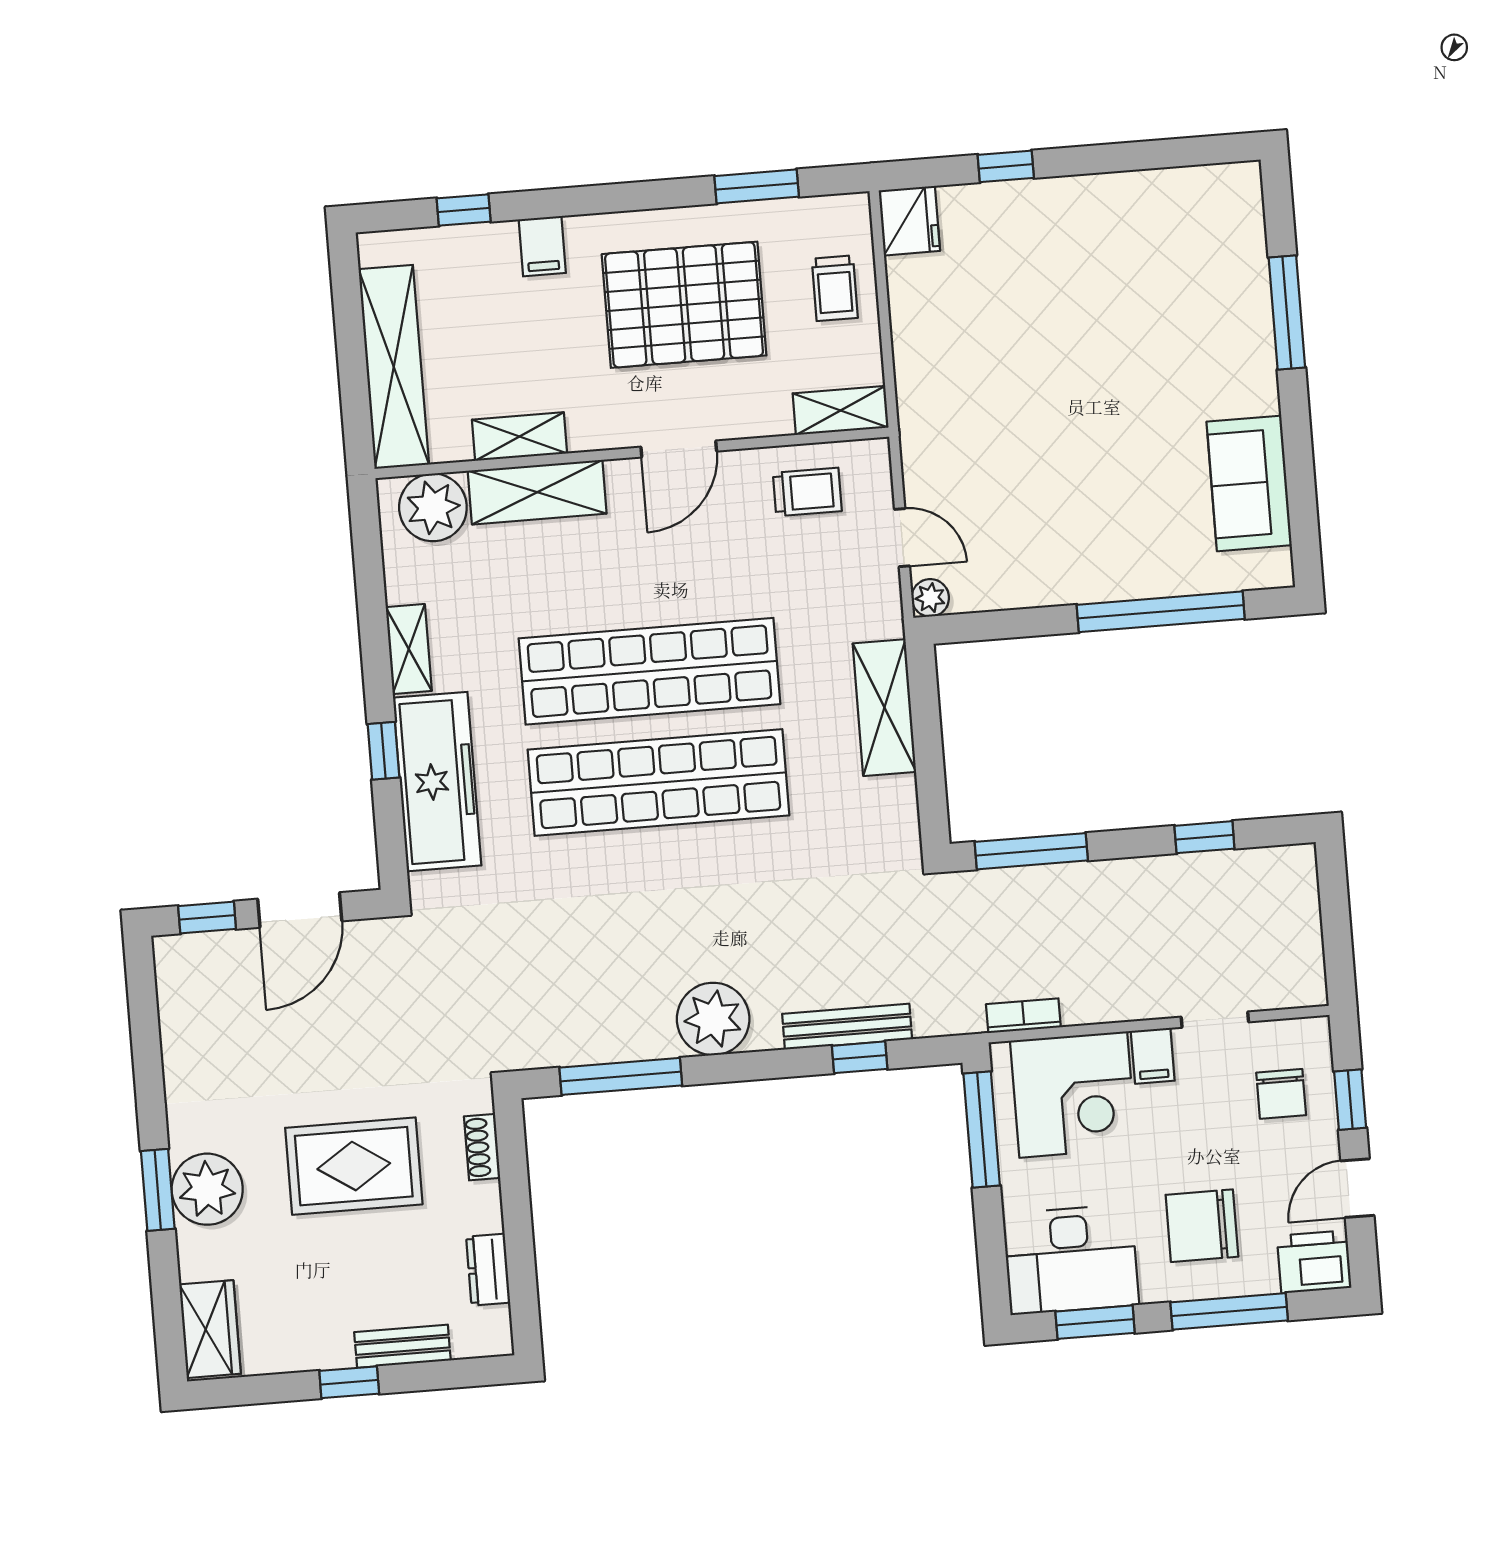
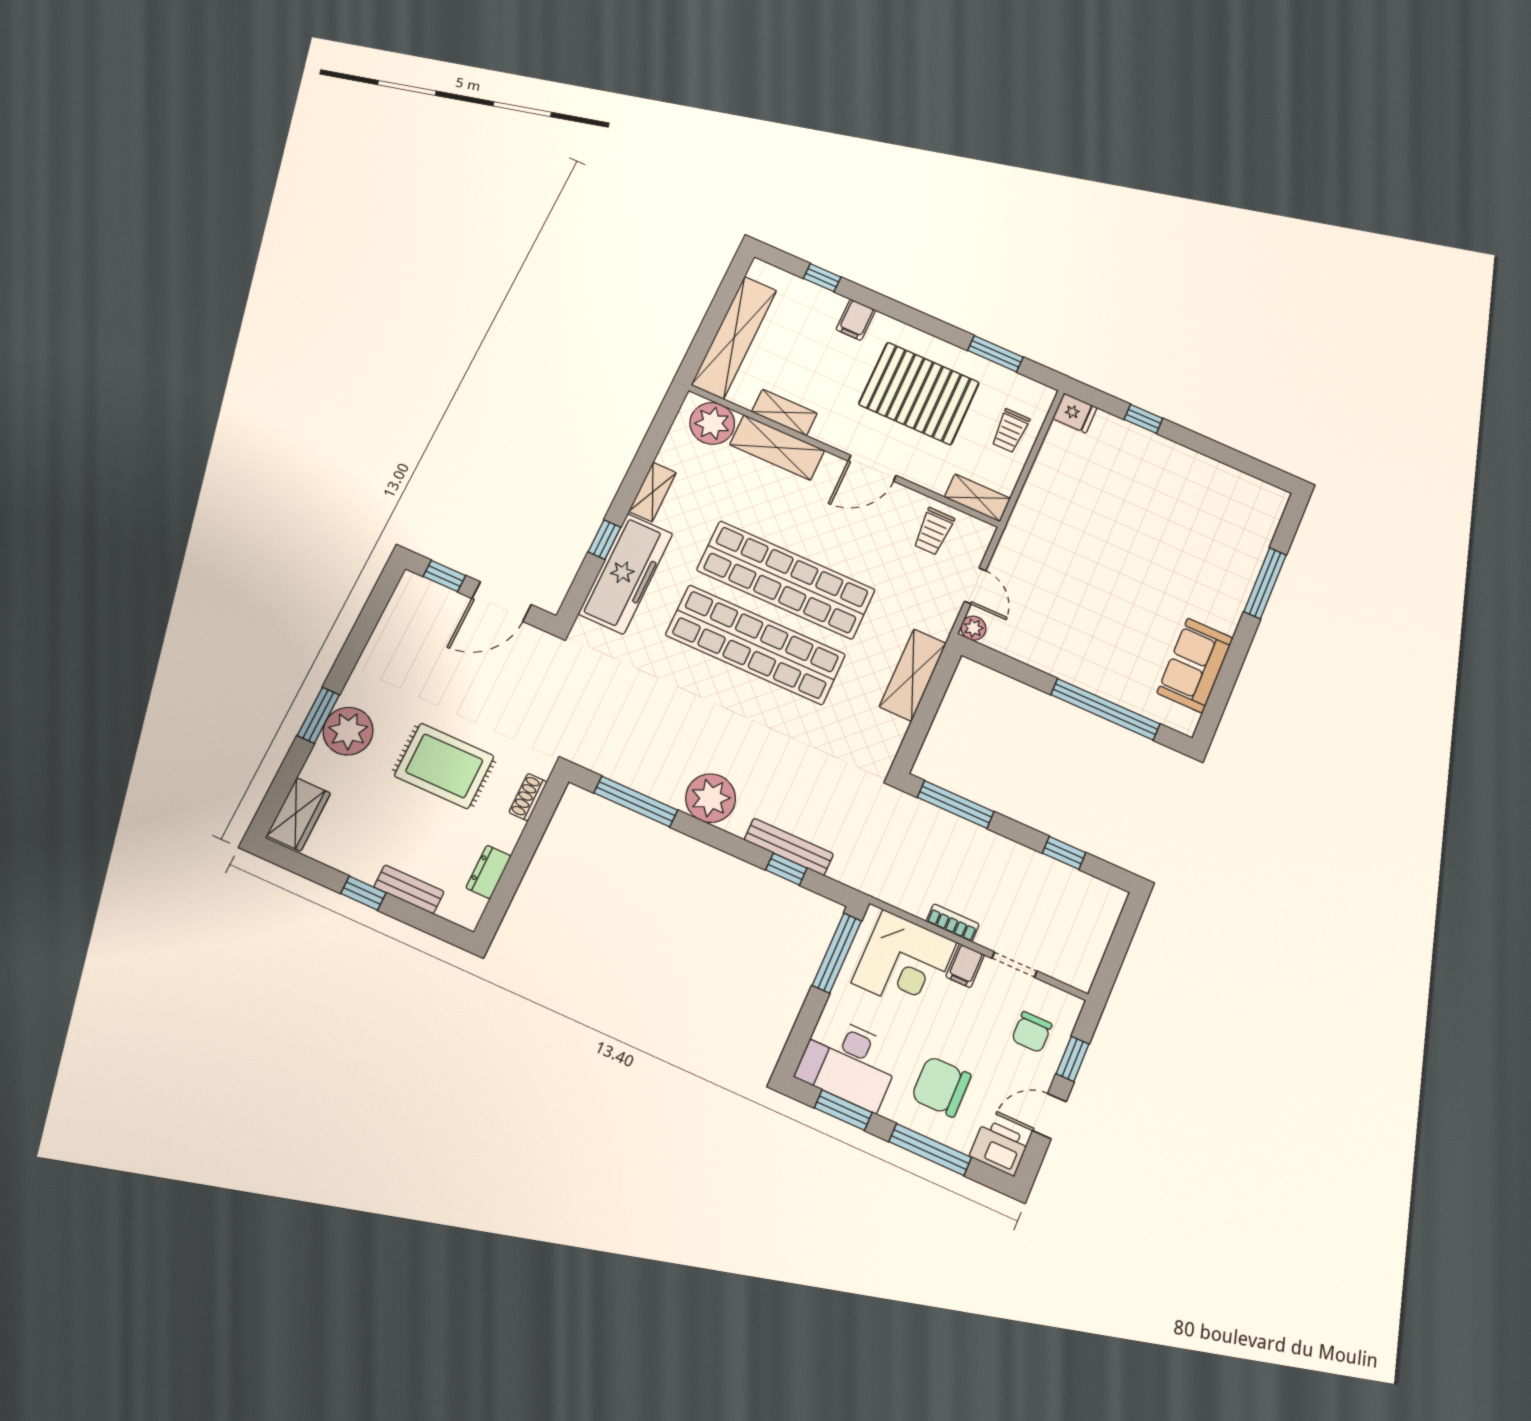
fridge: (909, 221) -> (1075, 413), width x0.72
trolley: (807, 492) -> (934, 531), turned 90
bookcase: (1023, 1016) -> (953, 923), moved

